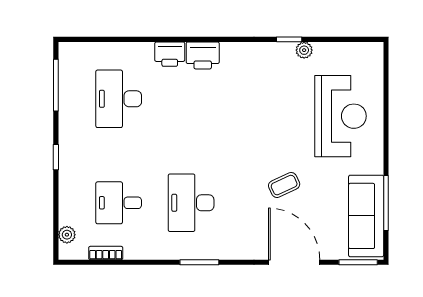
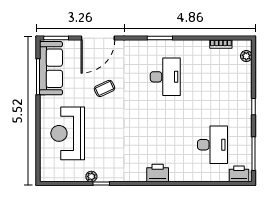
printer: (170, 54) -> (239, 174), moved
desk: (119, 203) -> (212, 77), removed
door: (294, 262) -> (98, 38), hinge flipped

